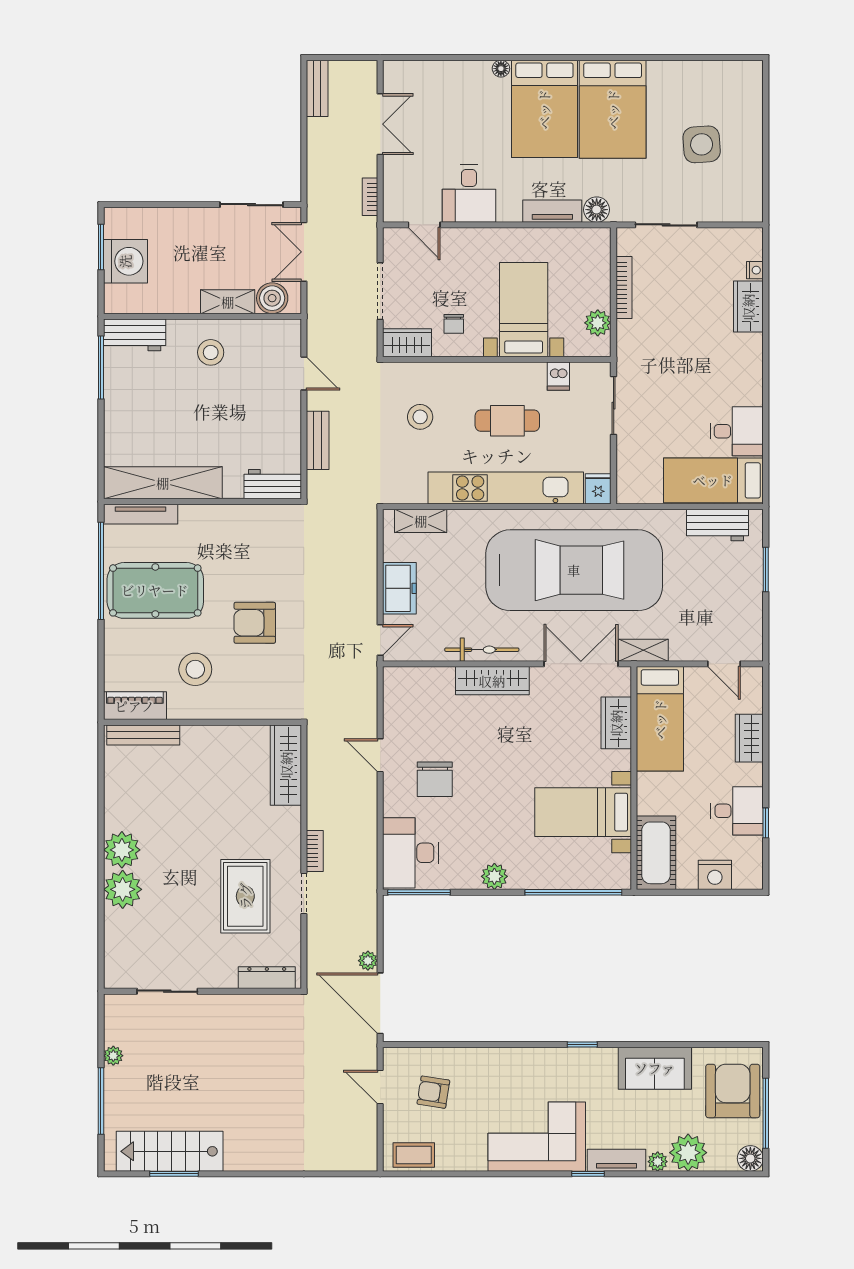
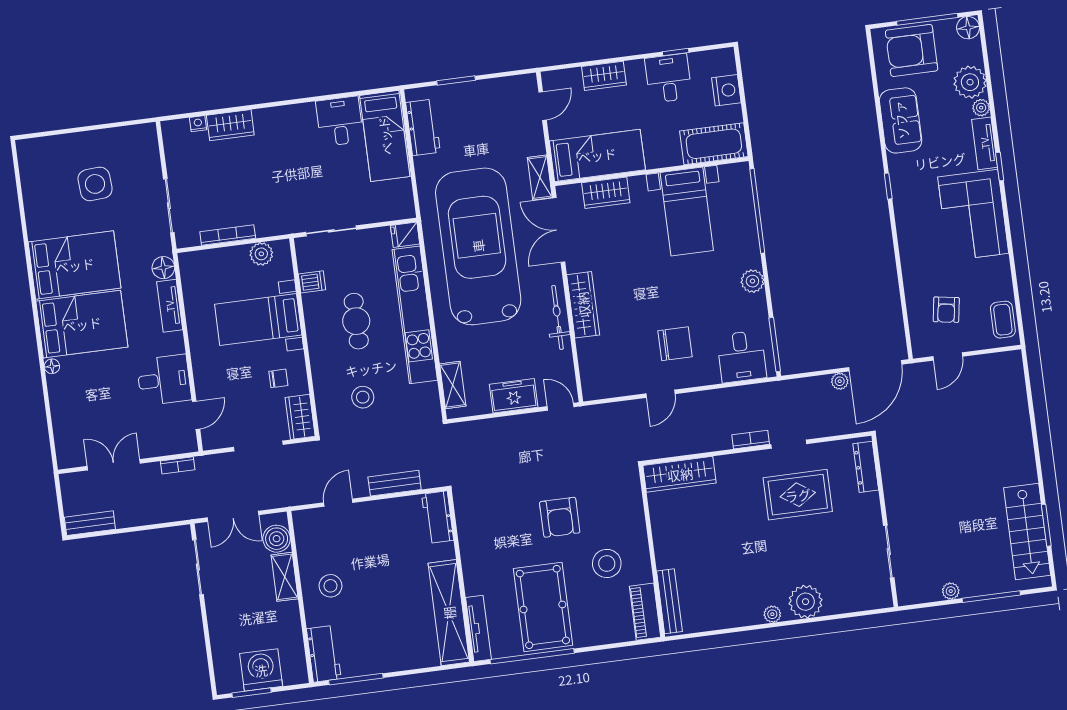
plant: (122, 850) -> (772, 614), width x0.53, depth x0.53
desk: (410, 853) -> (742, 357), width x0.73

